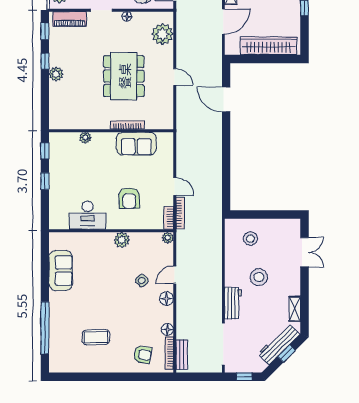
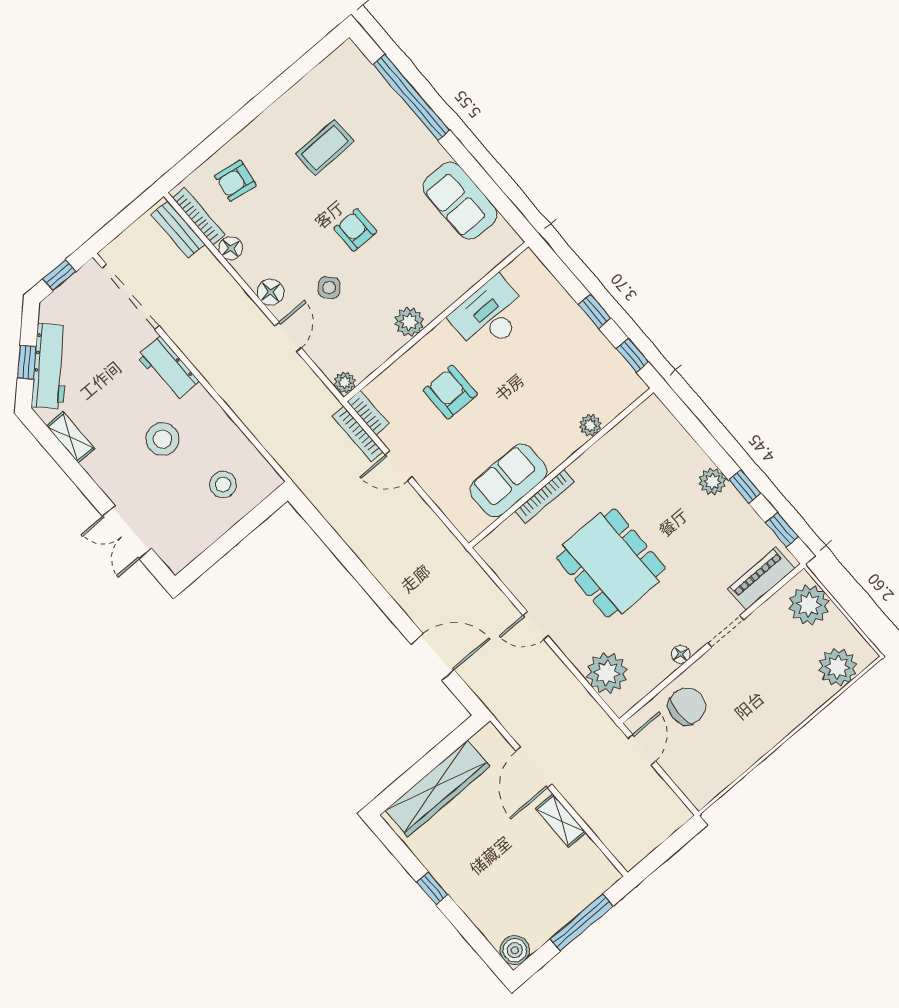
armchair: (112, 294) -> (355, 230), added

